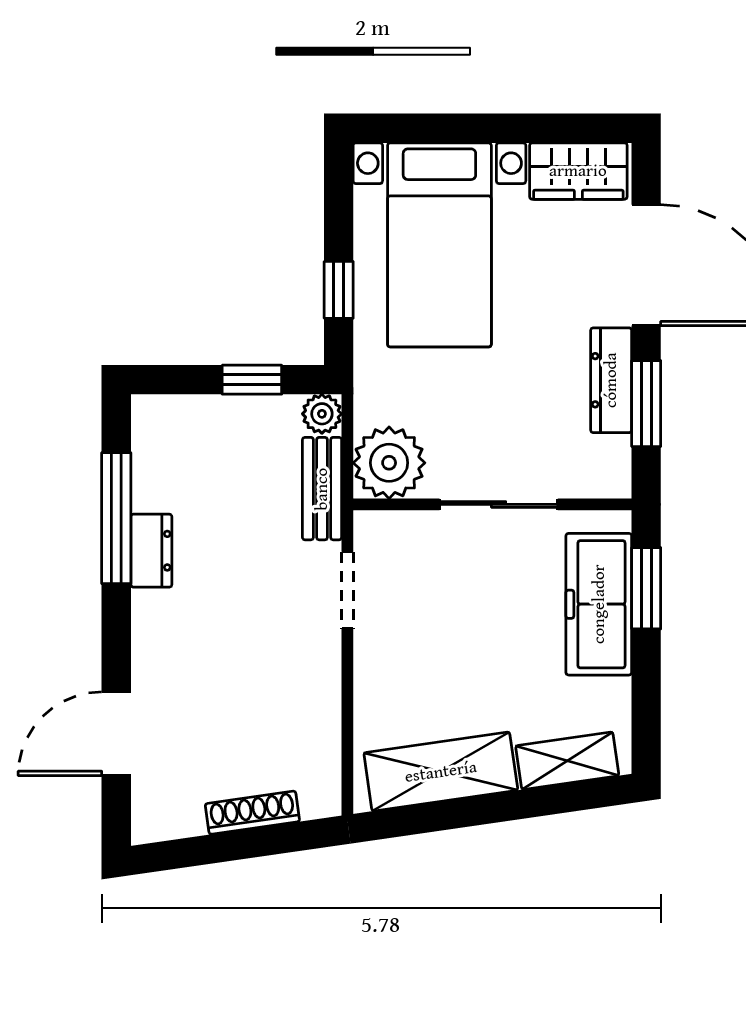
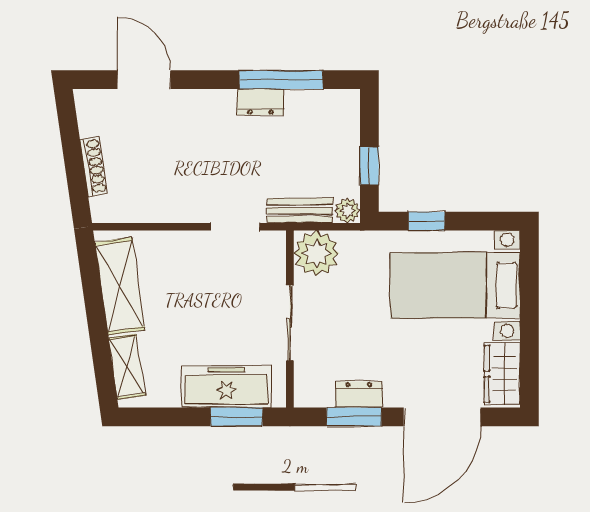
dresser: (611, 380) -> (359, 395), width x0.70

